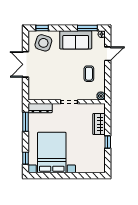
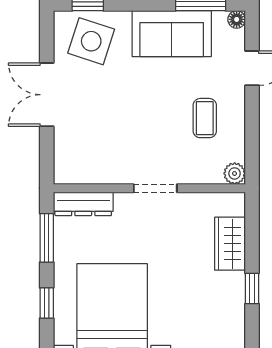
window: (26, 158) -> (47, 303), moved

